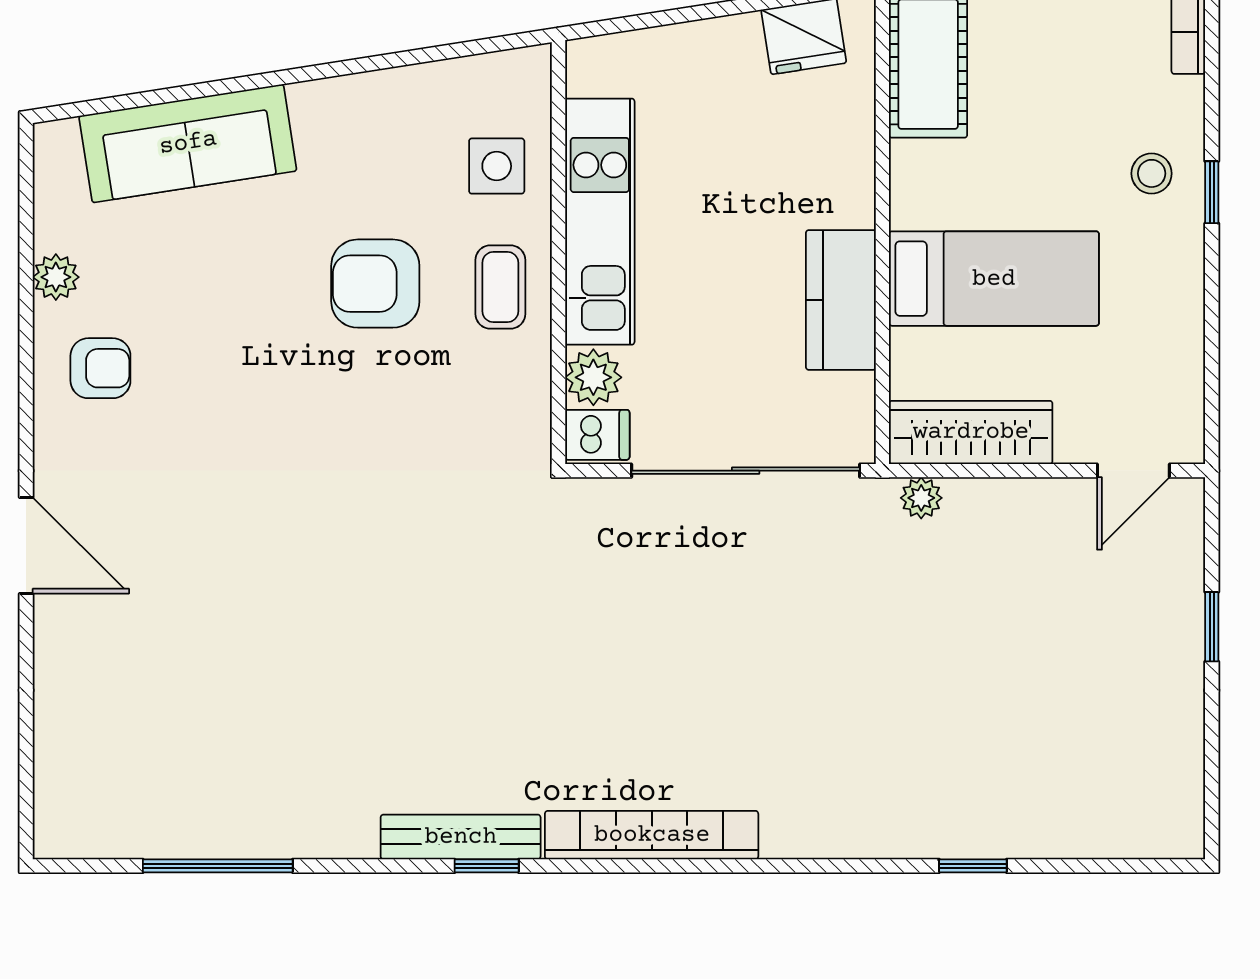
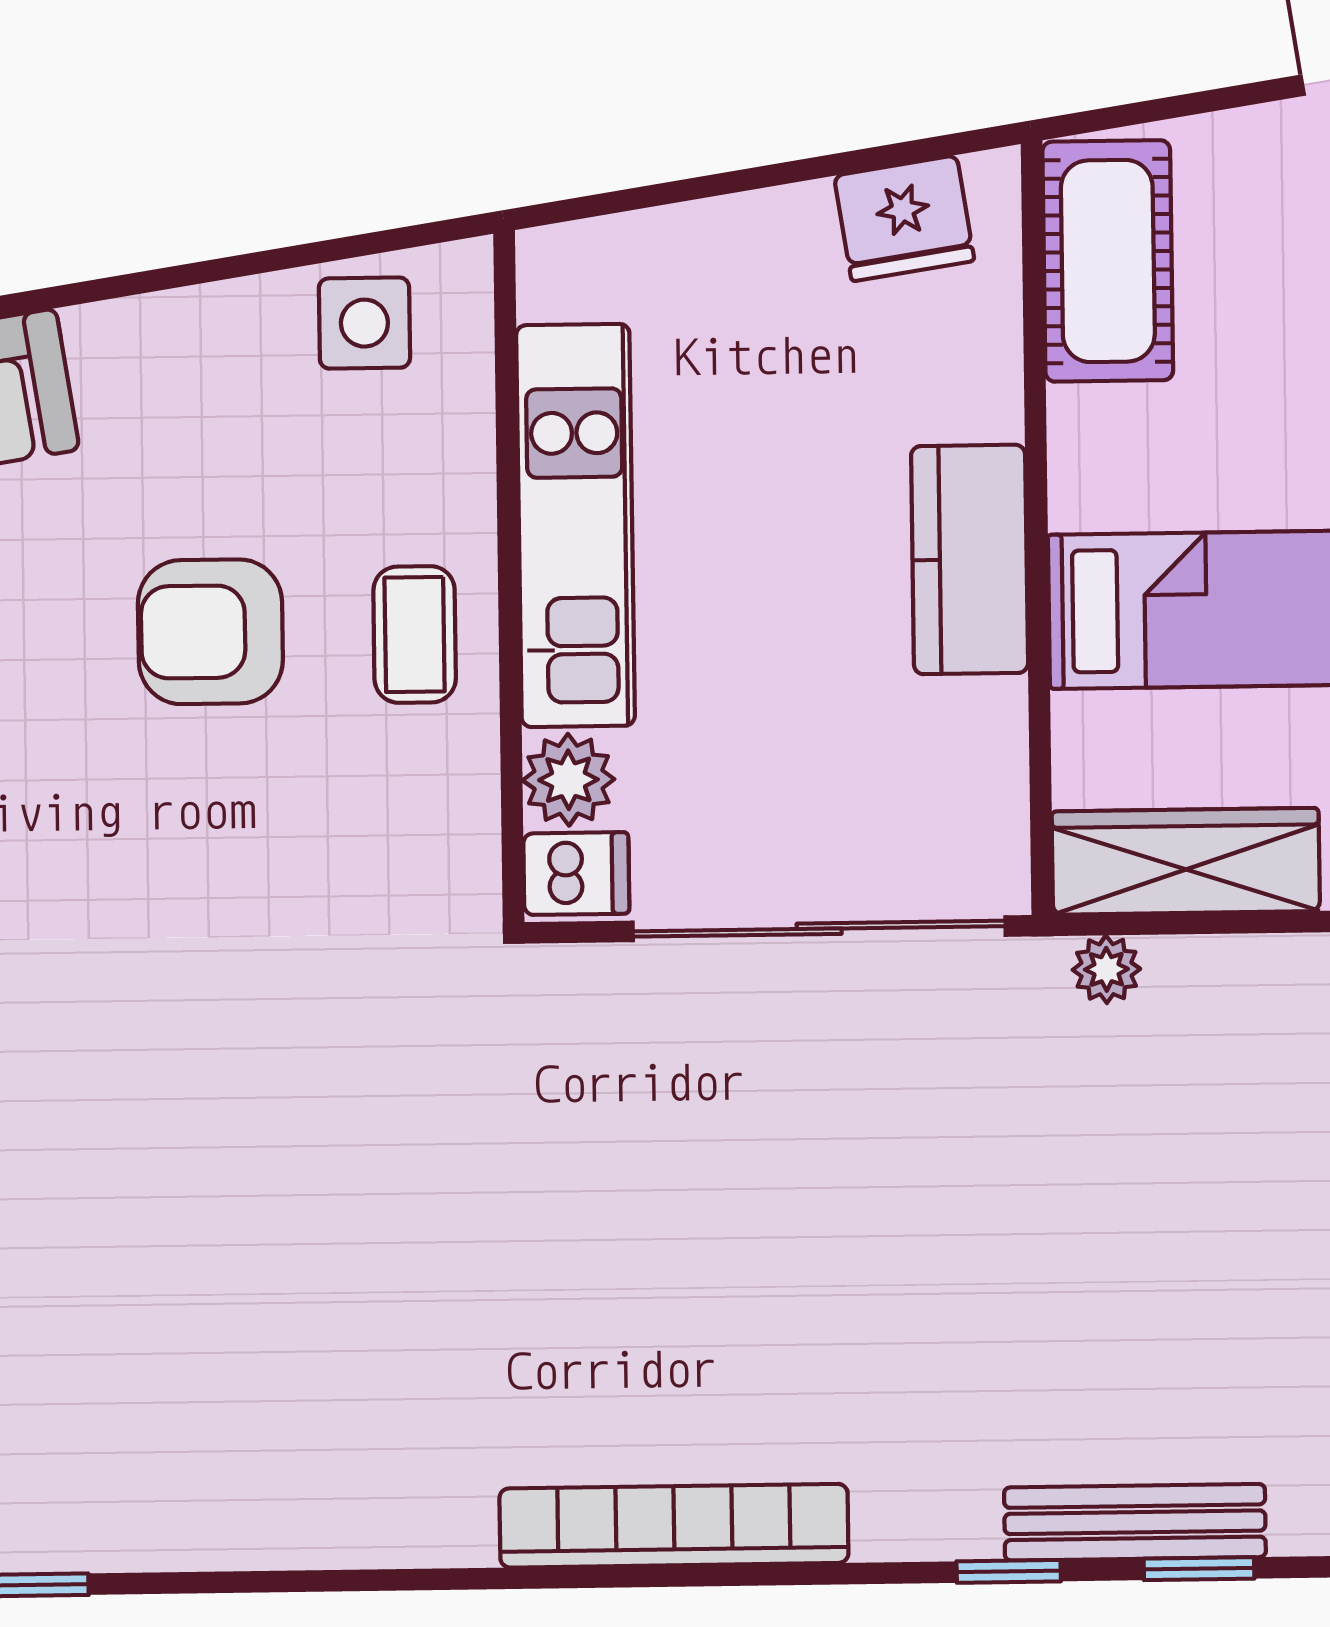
side table: (497, 166) -> (364, 323), moved
kitchen counter: (841, 300) -> (970, 559), moved
bench: (461, 837) -> (1135, 1522), moved
window: (487, 866) -> (1009, 1571), moved

